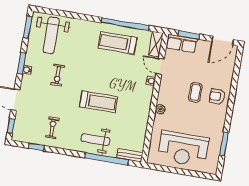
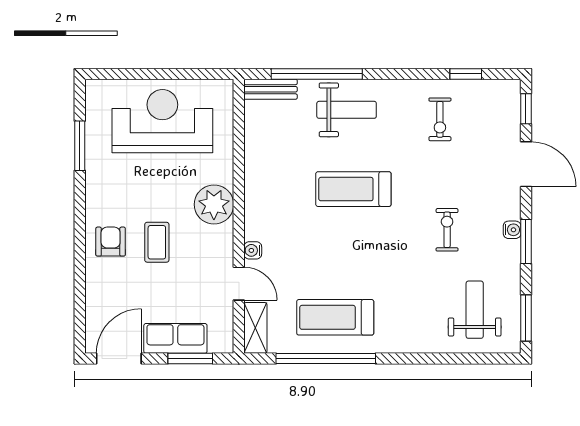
weight bench: (51, 35) -> (475, 310), width x0.73, depth x0.75
treadmill: (117, 43) -> (335, 317), turned 180
row of seats: (182, 43) -> (175, 338), moved
armchair: (217, 96) -> (111, 242), turned -90
plant: (160, 109) -> (214, 204), width x1.88, depth x1.88

